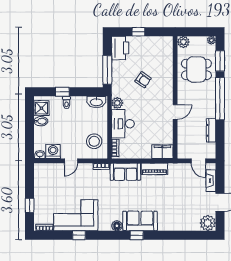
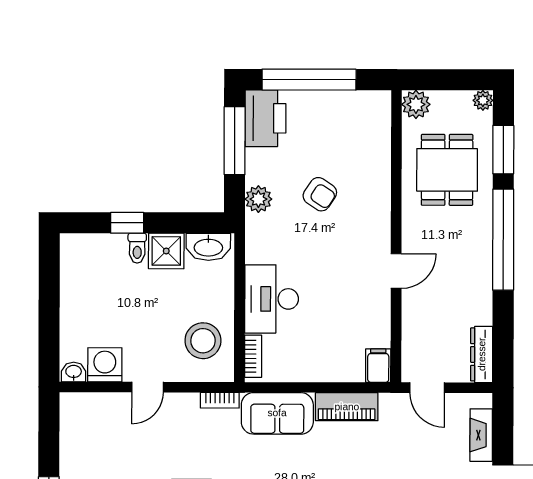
window: (138, 32) -> (309, 80), width x3.17
dining table: (196, 69) -> (447, 170), turned 90
window: (107, 70) -> (235, 141), moved
plant: (117, 103) -> (258, 199), moved
shower: (41, 108) -> (166, 251), moved
bidet: (41, 121) -> (76, 293), removed
dresser: (211, 130) -> (482, 354), moved
filing cabinet: (162, 152) -> (378, 366), width x0.50
door: (198, 161) -> (427, 388), moved

